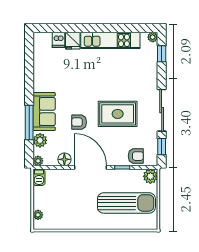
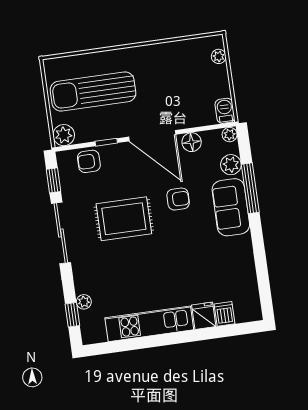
plant: (153, 37) -> (84, 302), moved

